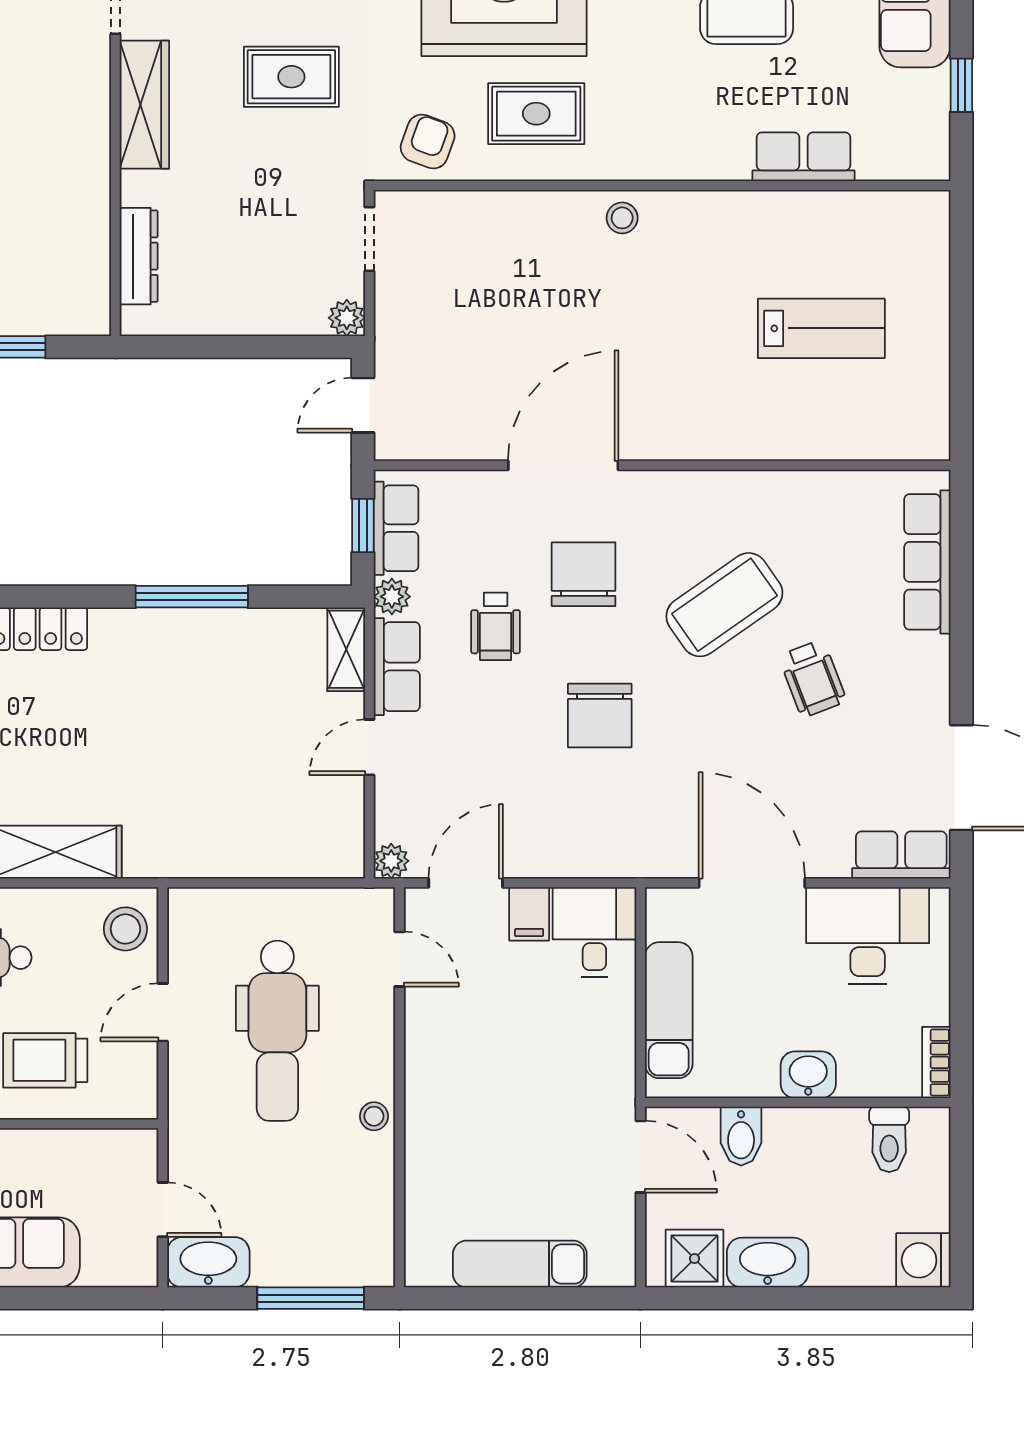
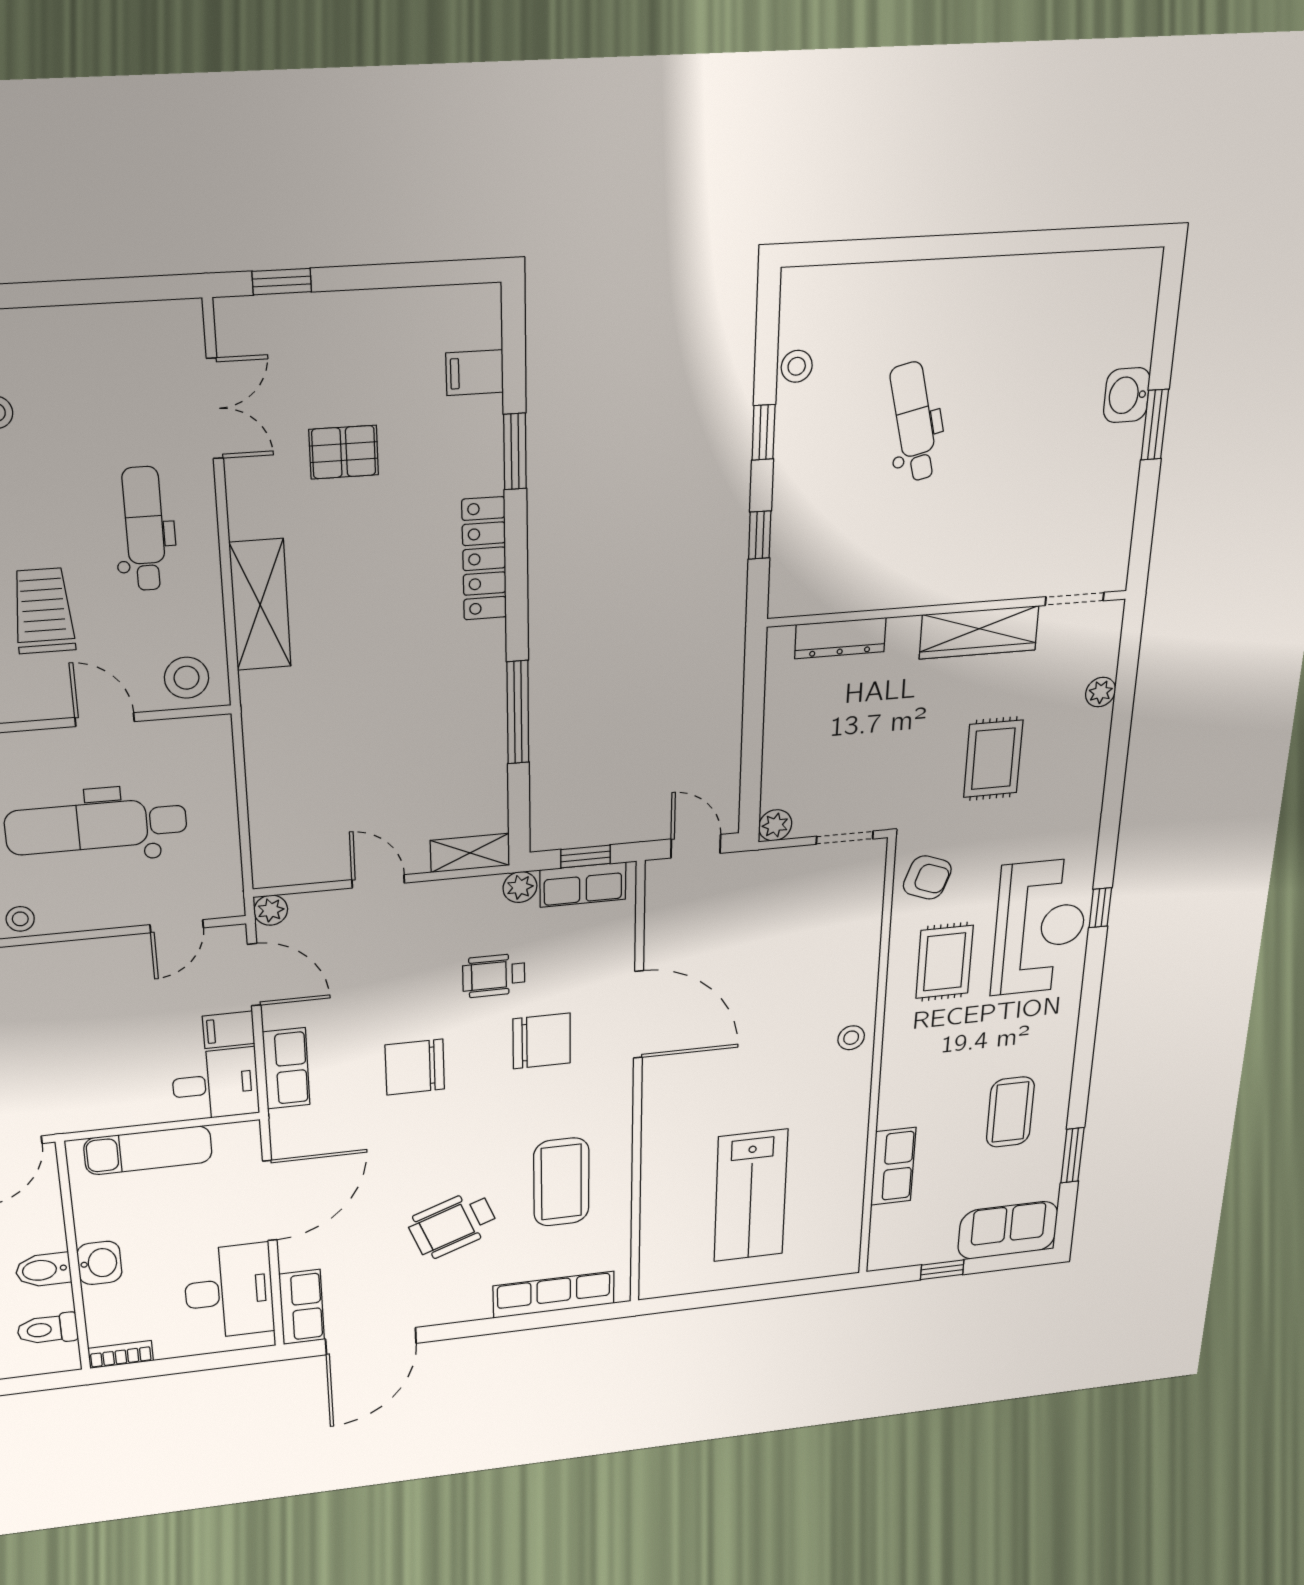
lab bench: (821, 328) -> (751, 1196), width x1.36, depth x1.39
coffee table: (724, 605) -> (561, 1182), moved, turned 35
row of seats: (397, 667) -> (286, 1068), moved, turned -90
wheelchair: (813, 678) -> (453, 1225), width x1.36, depth x1.37
bidet: (741, 1136) -> (43, 1270), moved

